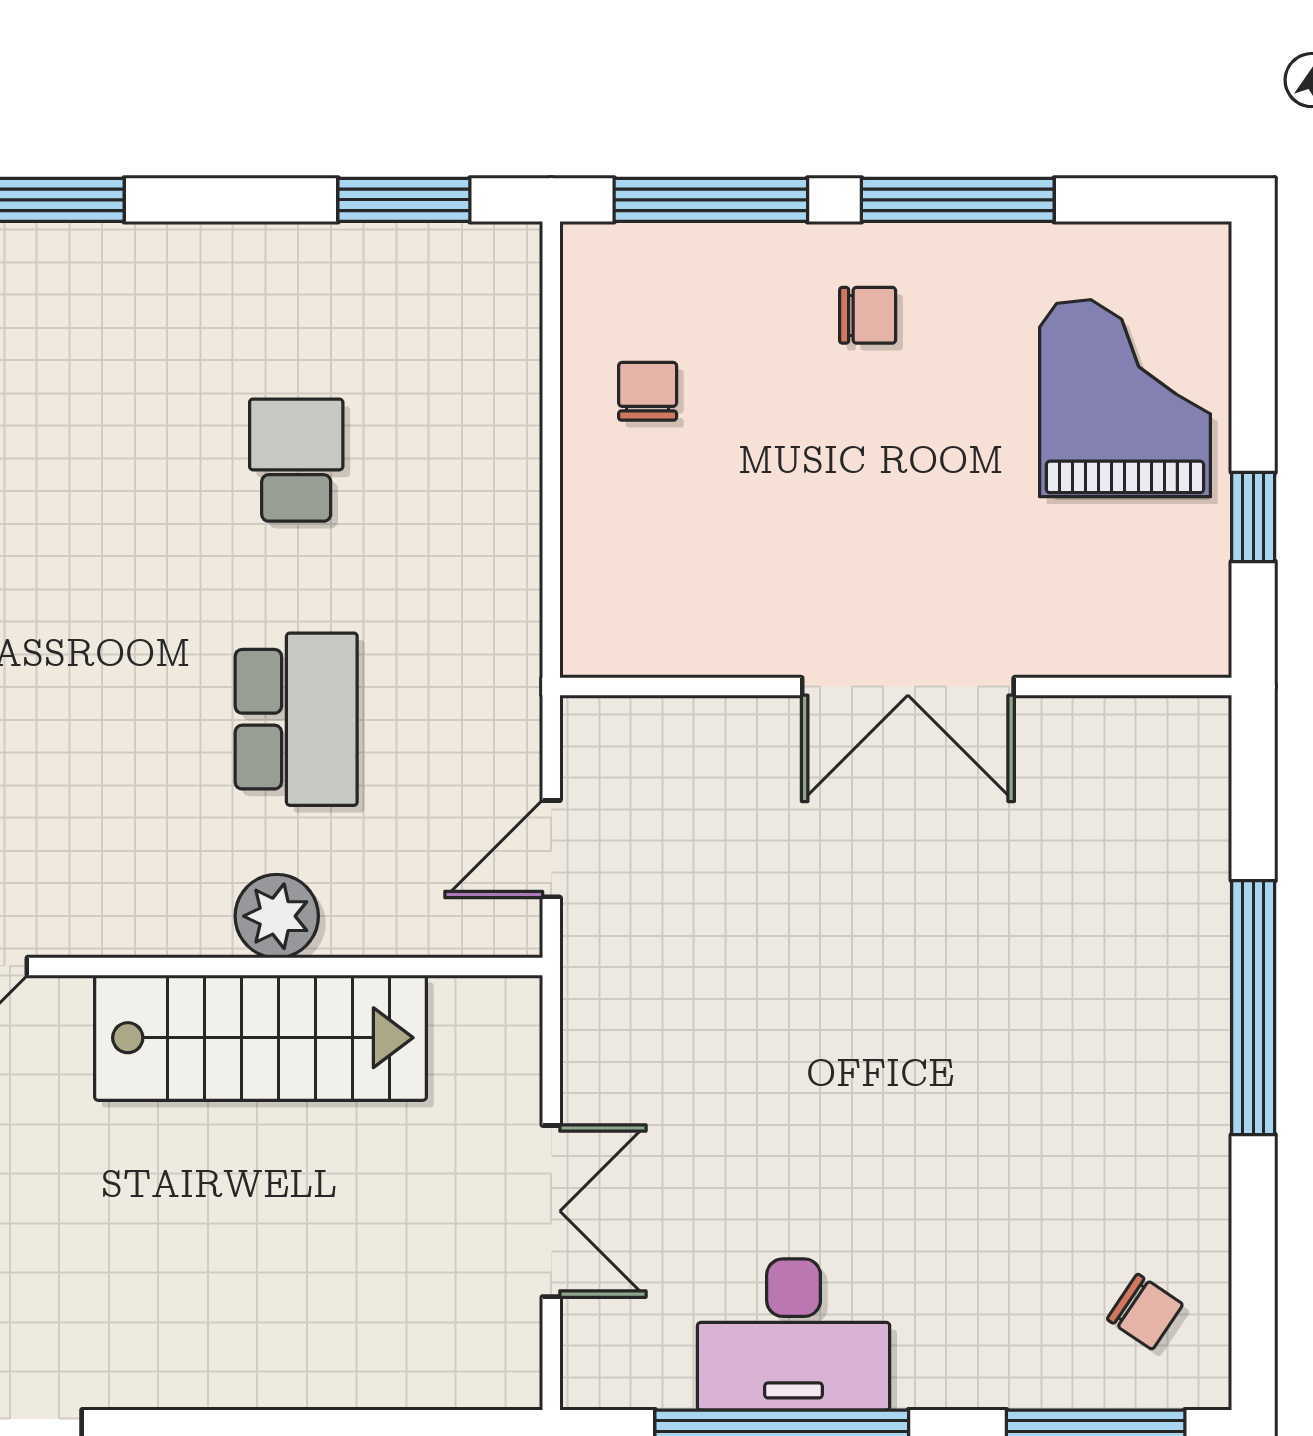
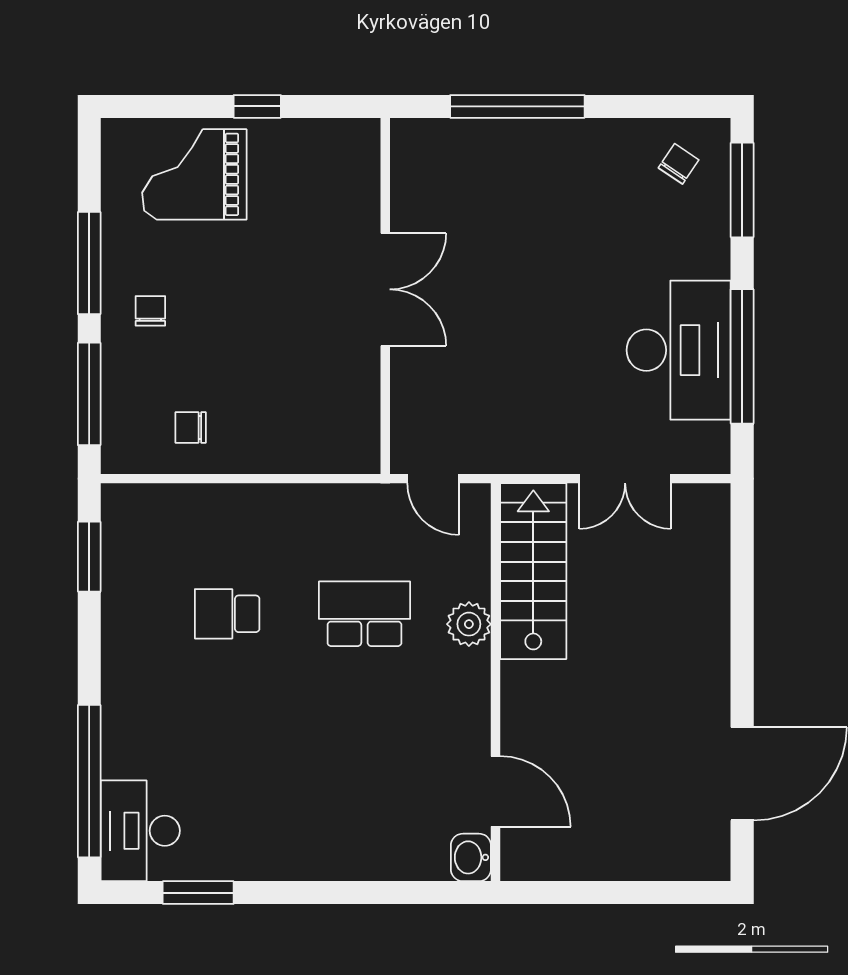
wall: (896, 687) -> (385, 296), moved
double door: (908, 687) -> (385, 289), moved
stairs: (260, 1038) -> (533, 571), moved
double door: (551, 1211) -> (625, 479), swing flipped
desk: (794, 1335) -> (679, 350), width x1.36, depth x1.30

